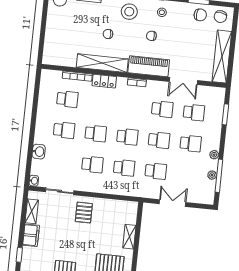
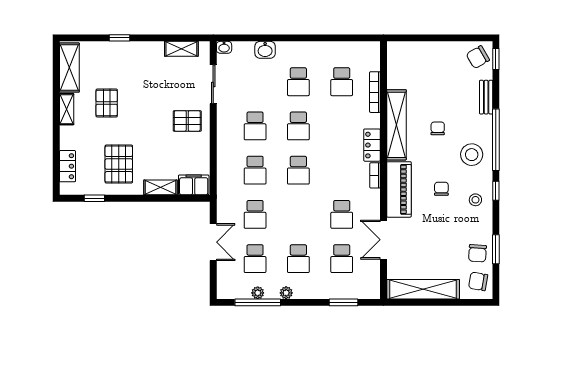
locker: (104, 81) -> (372, 145), moved
school desk: (159, 140) -> (255, 259), moved
filing cabinet: (31, 235) -> (194, 185), moved, turned 180

